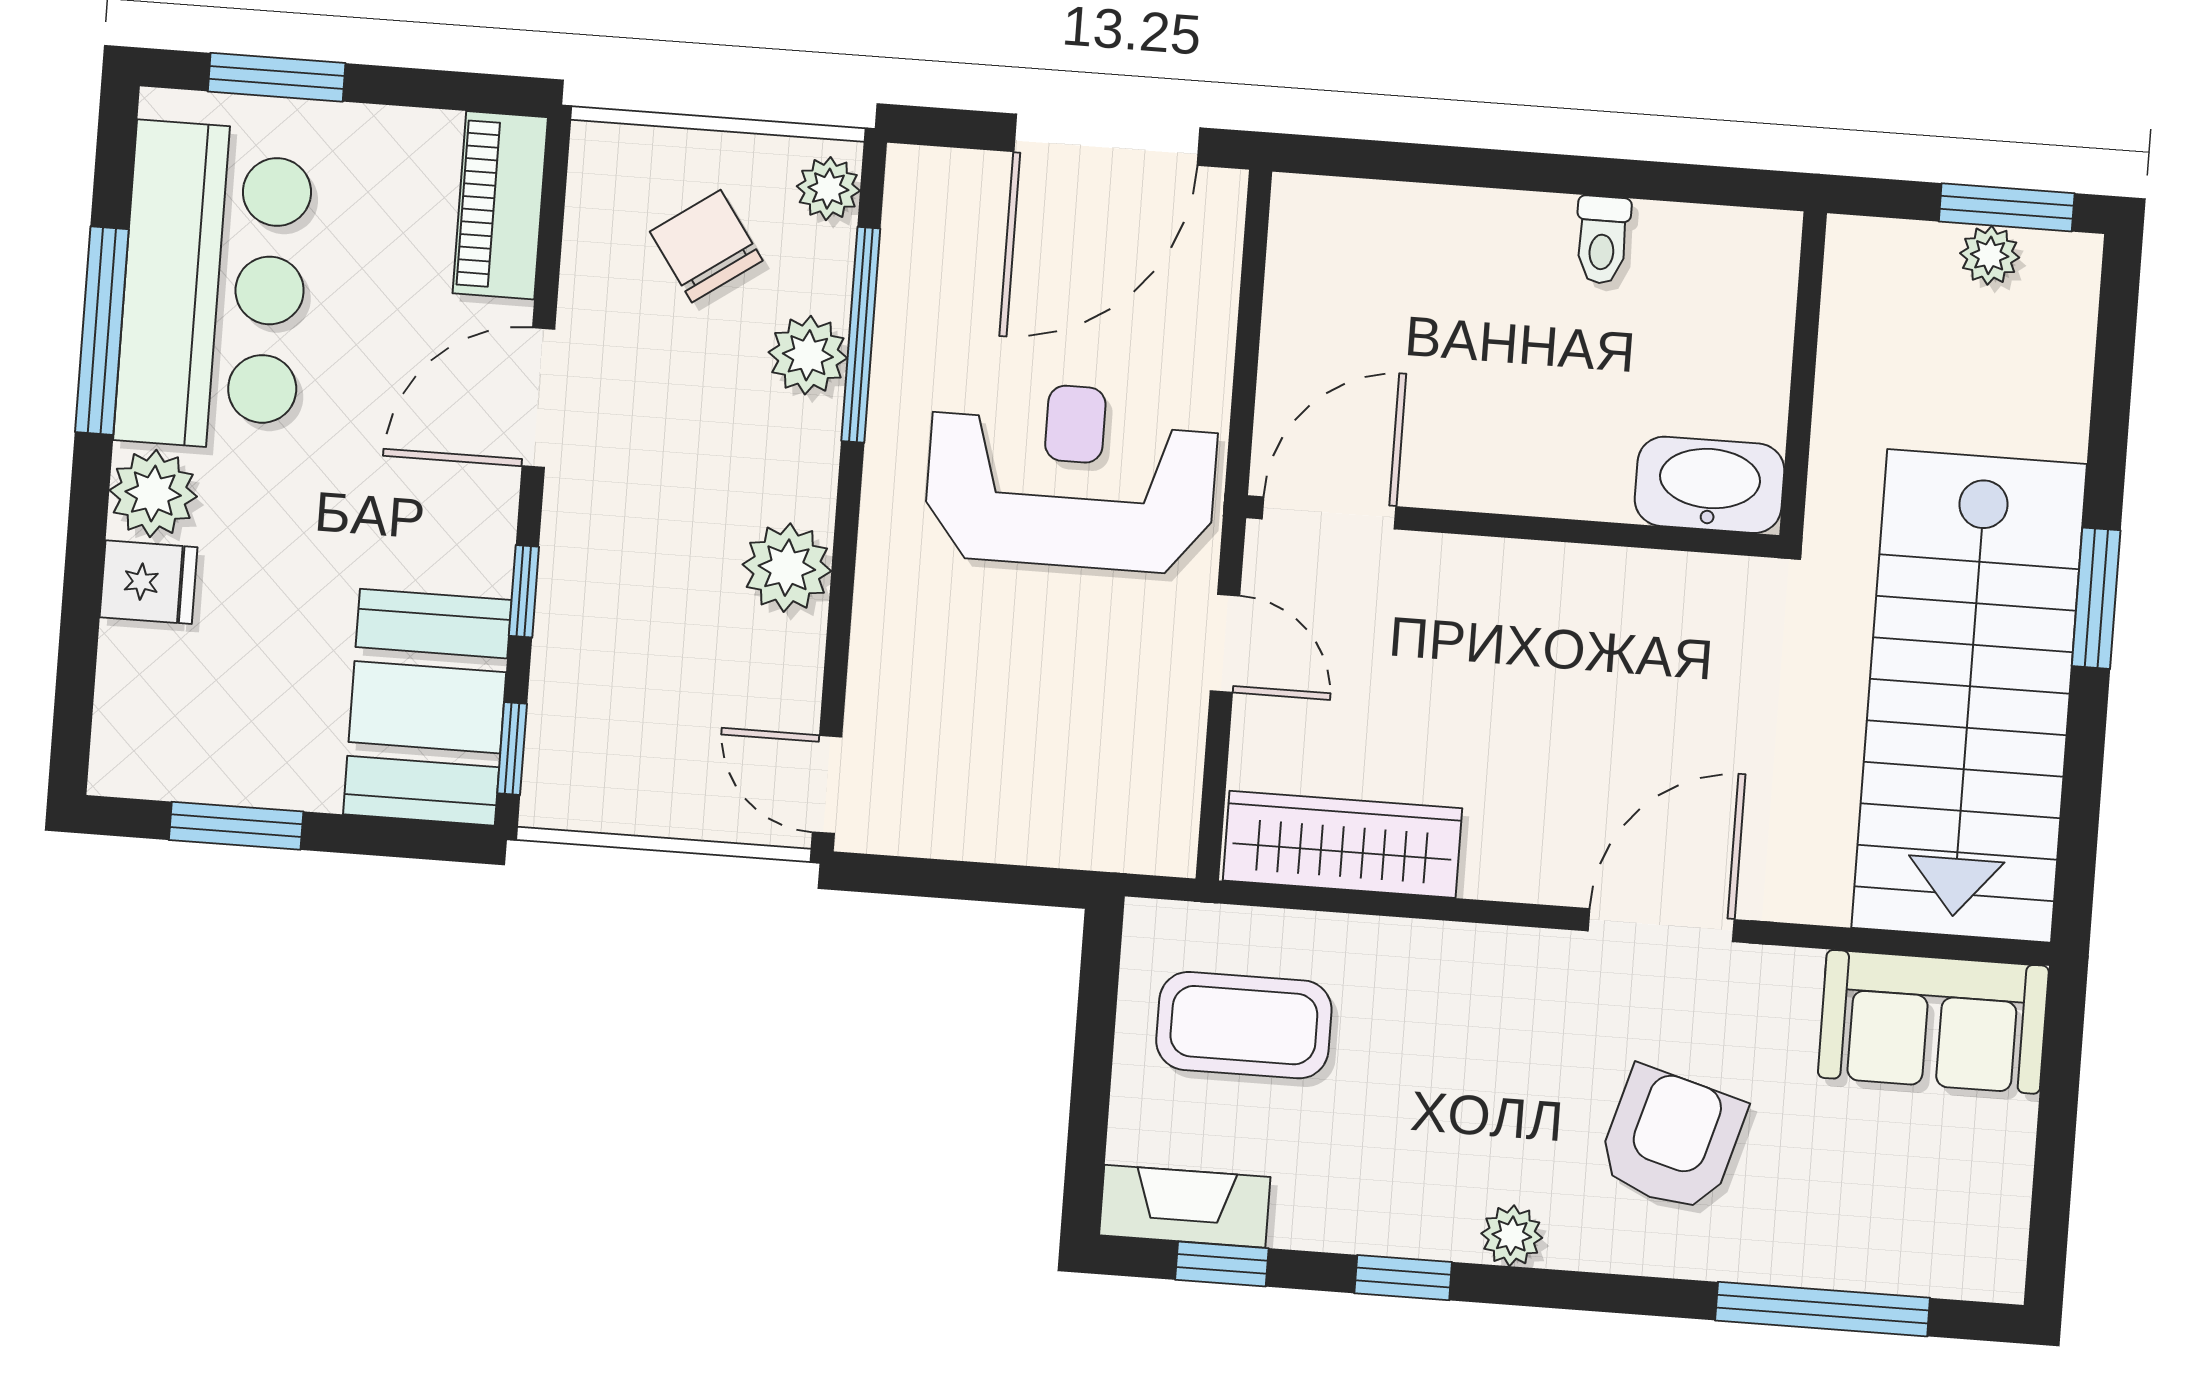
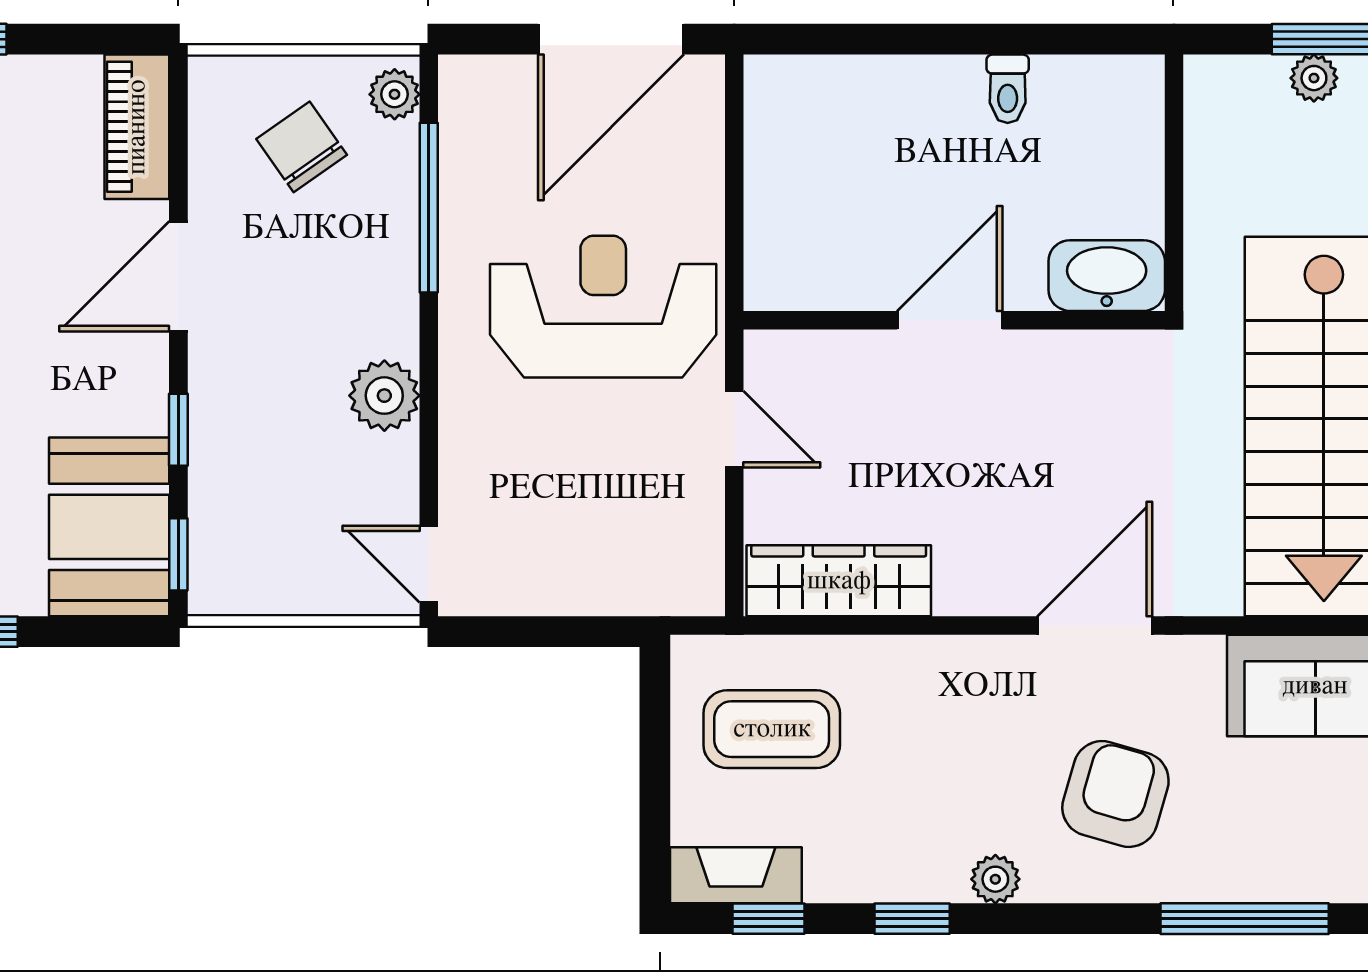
plant: (808, 355) -> (388, 227), removed
door: (1329, 513) -> (950, 320), moved

